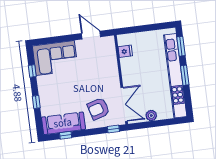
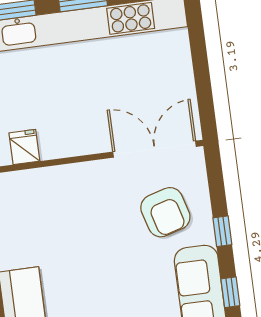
plant: (151, 116) -> (181, 83), removed
window: (113, 129) -> (222, 231), moved

